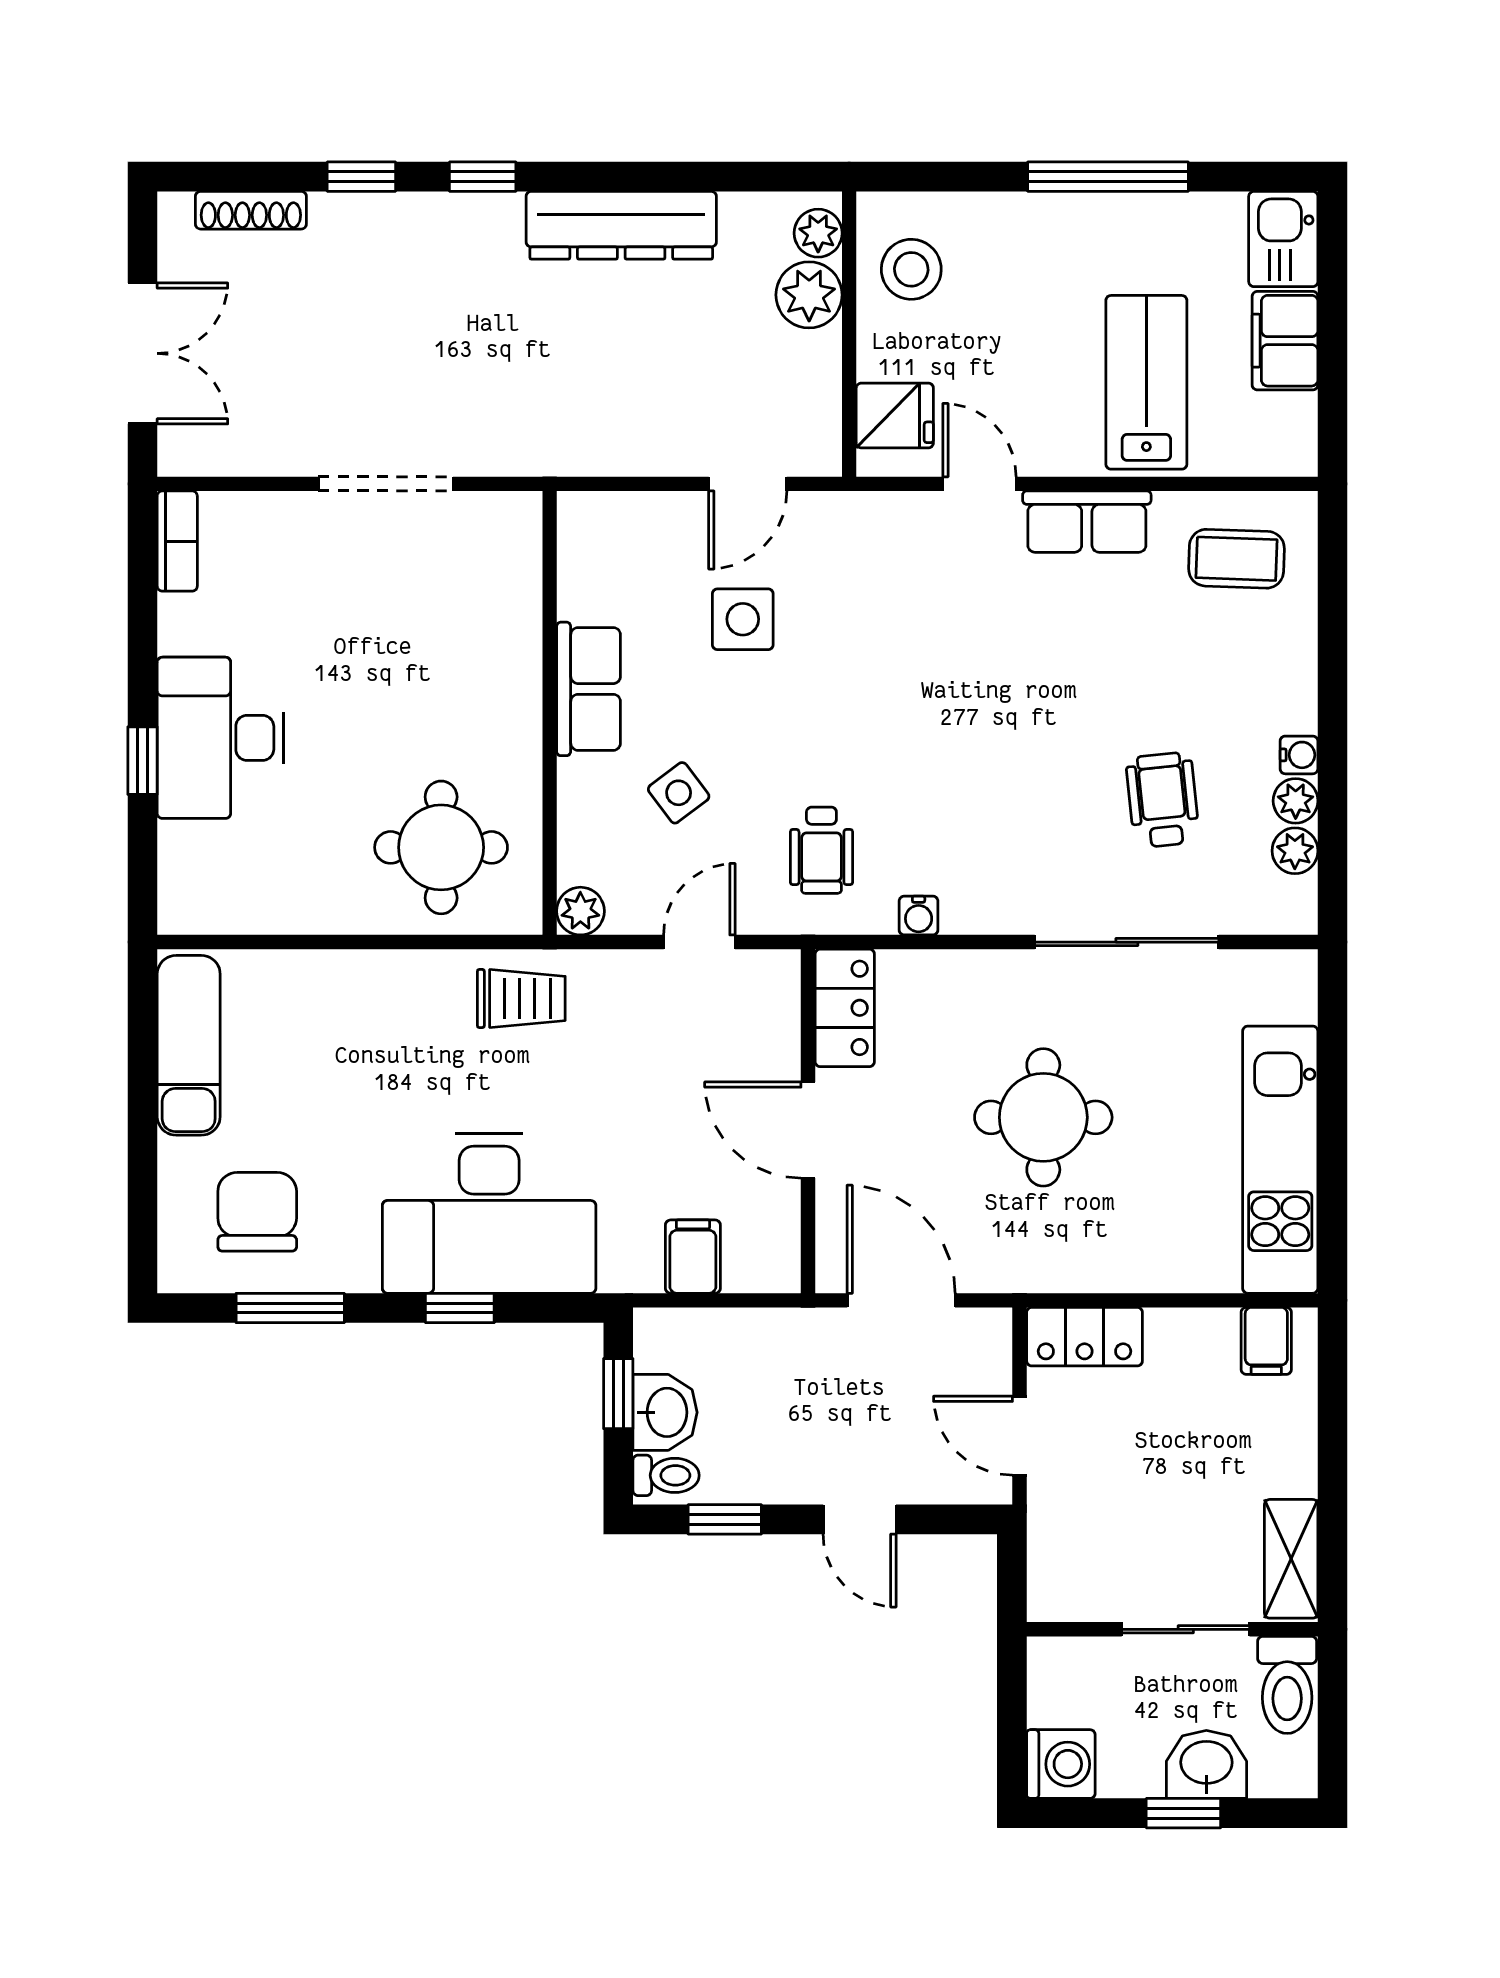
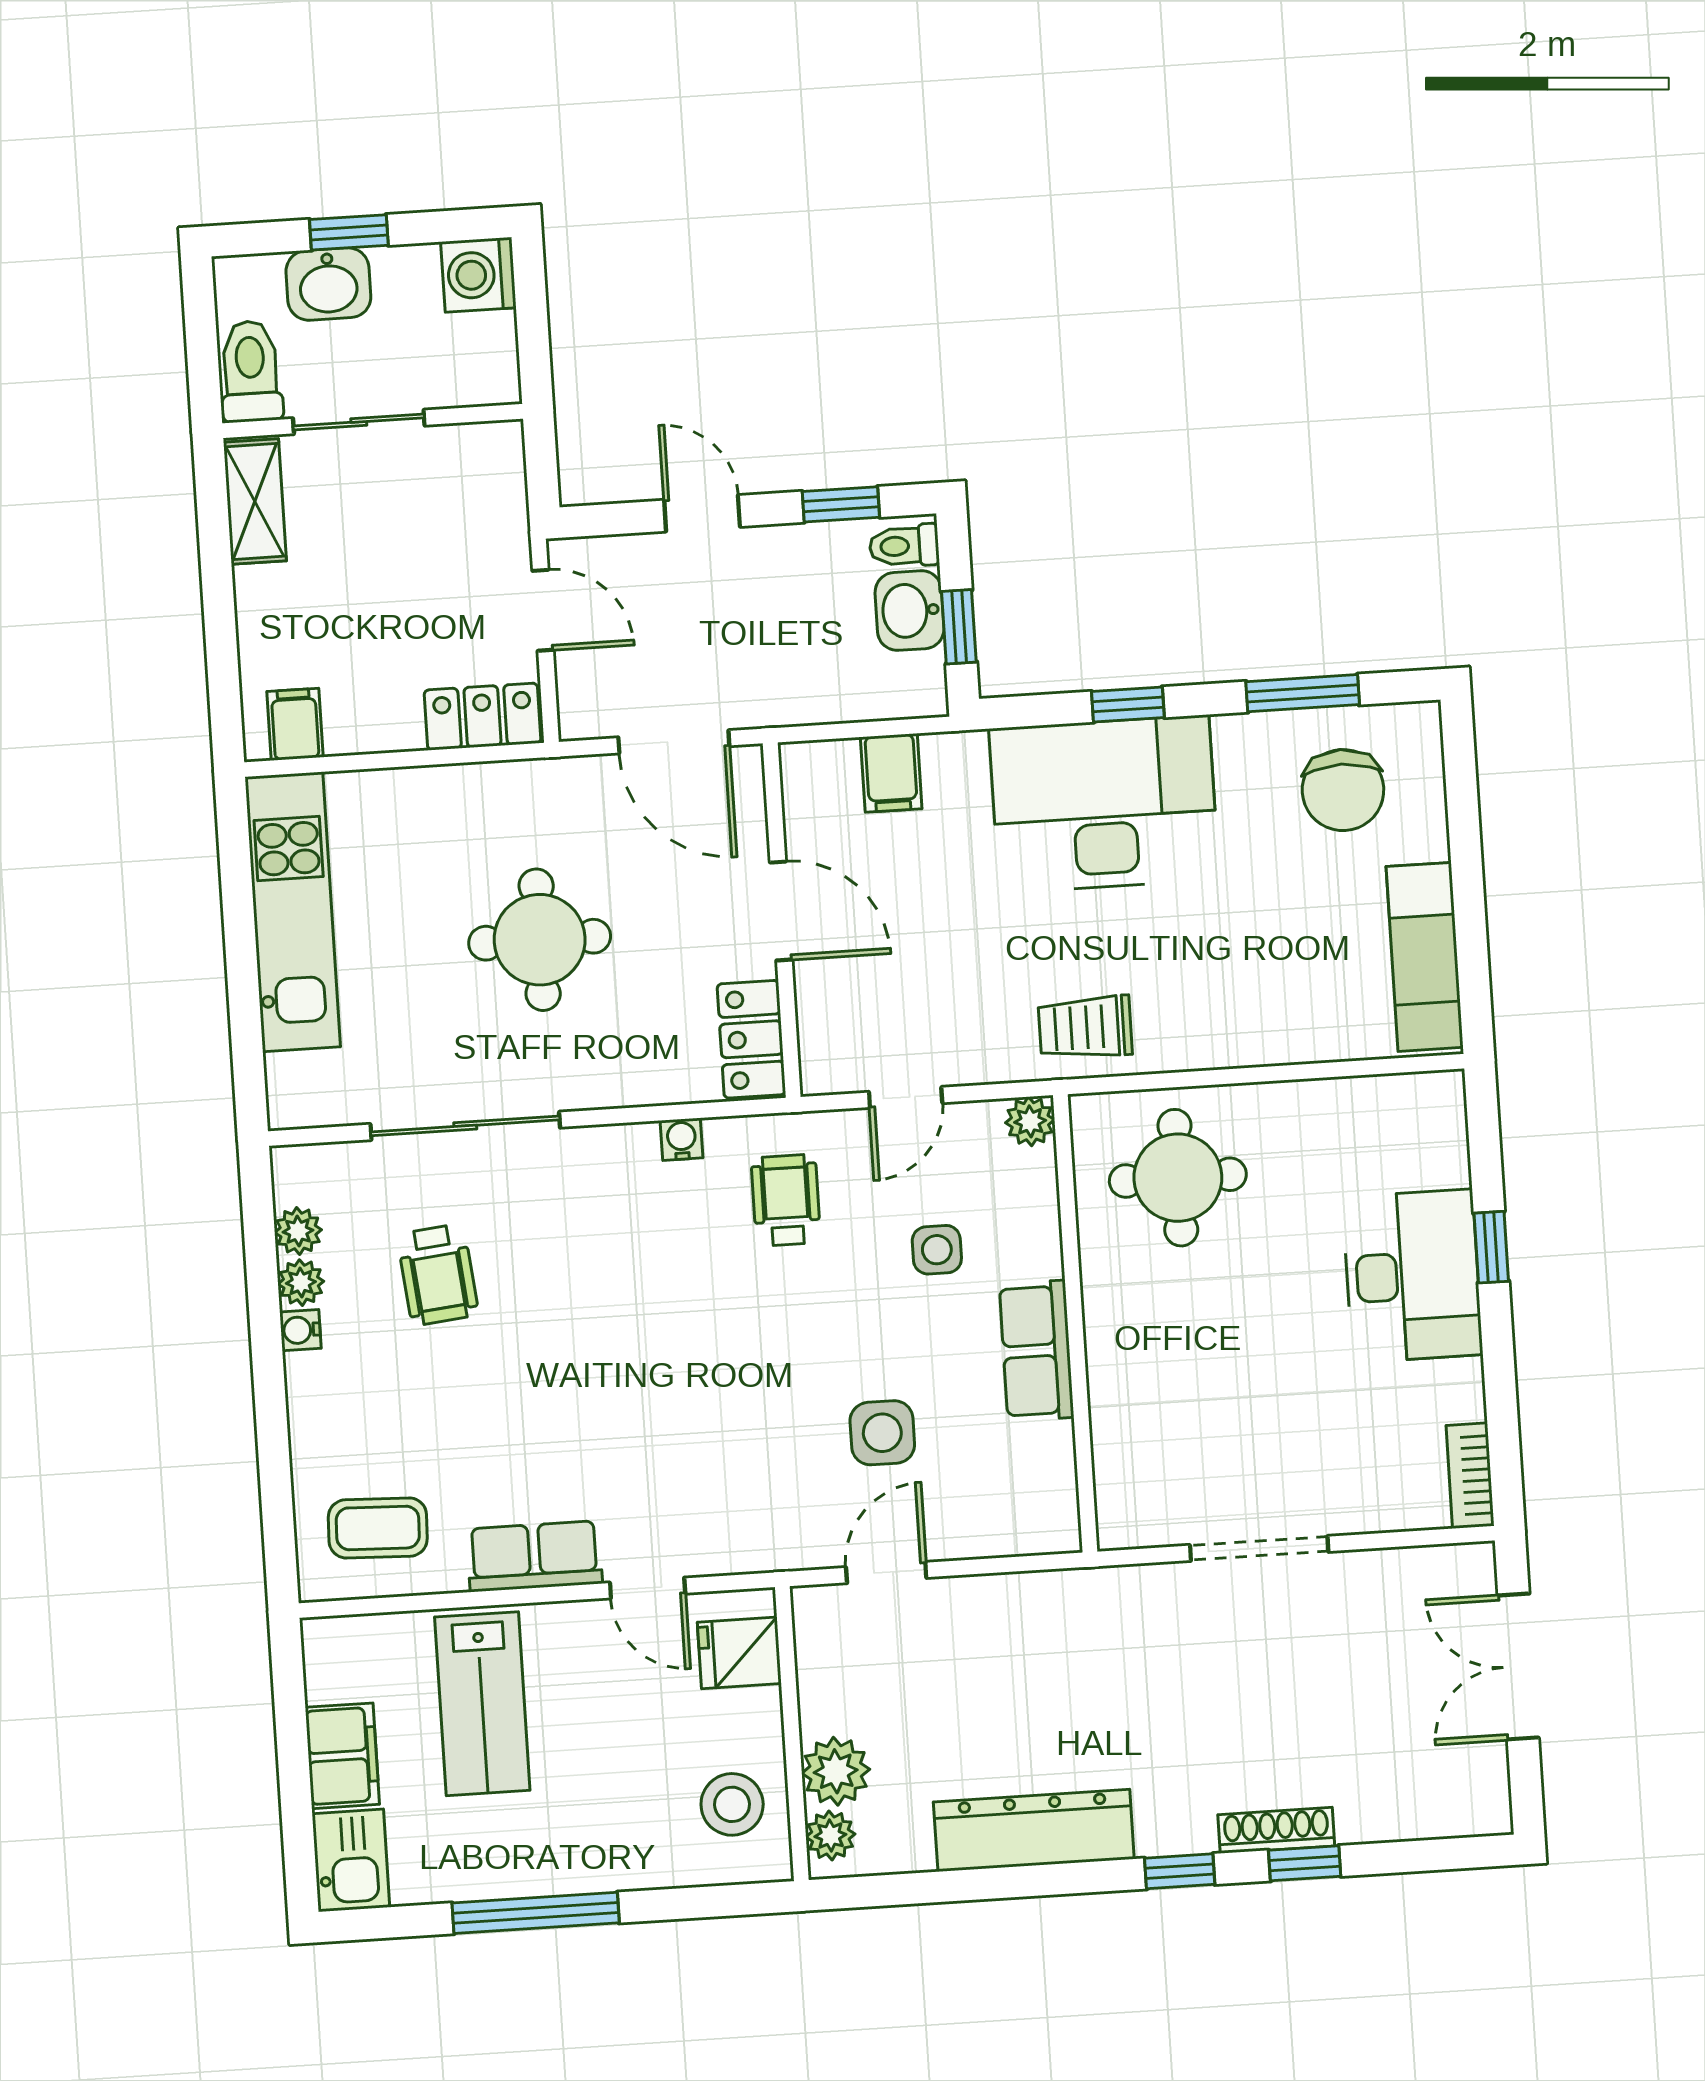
shoe rack: (251, 210) -> (1276, 1830), moved
side table: (679, 793) -> (937, 1250), turned 37

